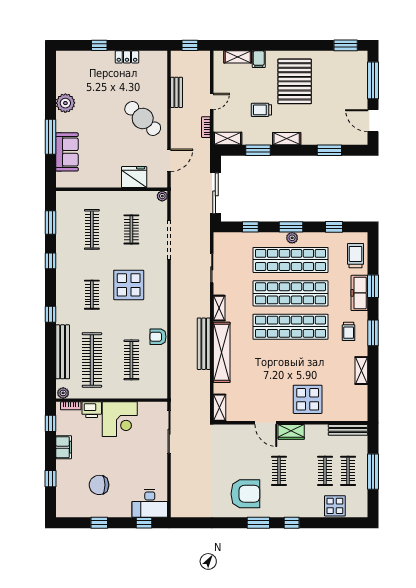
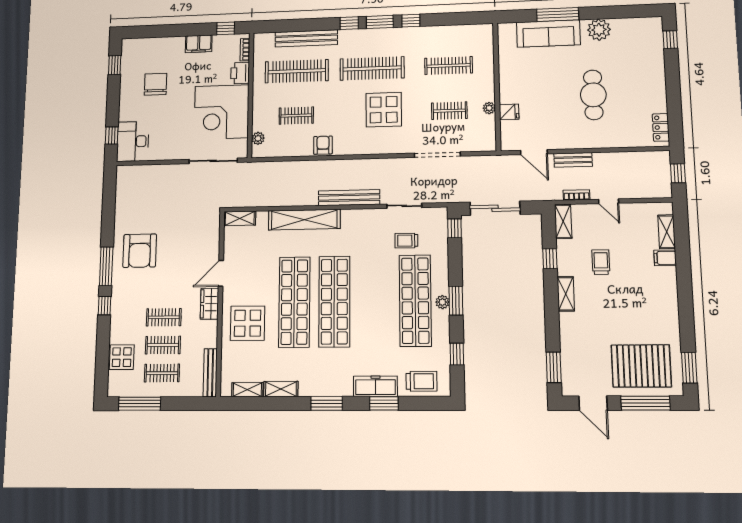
window: (99, 45) -> (670, 40), moved
locker: (127, 57) -> (661, 127), moved
pallet: (295, 81) -> (641, 366), moved
bench: (176, 92) -> (573, 160), moved
cafe table: (143, 118) -> (593, 95), moved, turned -43
door: (373, 121) -> (593, 403), swing flipped
window: (258, 150) -> (550, 259), width x0.67
window: (329, 150) -> (554, 367), moved
sofa: (67, 152) -> (548, 34), width x1.36
fridge: (134, 177) -> (509, 112), width x0.53, depth x0.75
plant: (162, 196) -> (489, 108), moved
window: (51, 222) -> (380, 22), moved
window: (250, 227) -> (455, 228), moved
shop shelf: (290, 293) -> (294, 302), moved
clothes rail: (92, 295) -> (372, 68), width x1.86, depth x1.31
shelving: (219, 308) -> (247, 390), moved
trolley: (349, 331) -> (406, 241), moved
bench: (204, 344) -> (349, 198), moved
clothes rail: (131, 360) -> (296, 116), width x0.73
plant: (63, 393) -> (258, 138), moved
corner desk: (120, 419) -> (221, 112), width x1.36, depth x1.36
clothes rail: (279, 471) -> (164, 317), moved
window: (373, 472) -> (140, 404), moved
window: (51, 479) -> (164, 31), removed
window: (99, 523) -> (115, 65), moved
window: (258, 523) -> (106, 266), width x1.44

